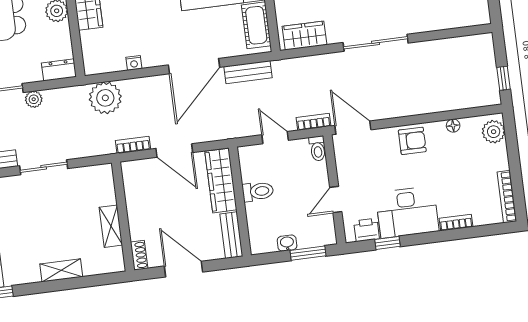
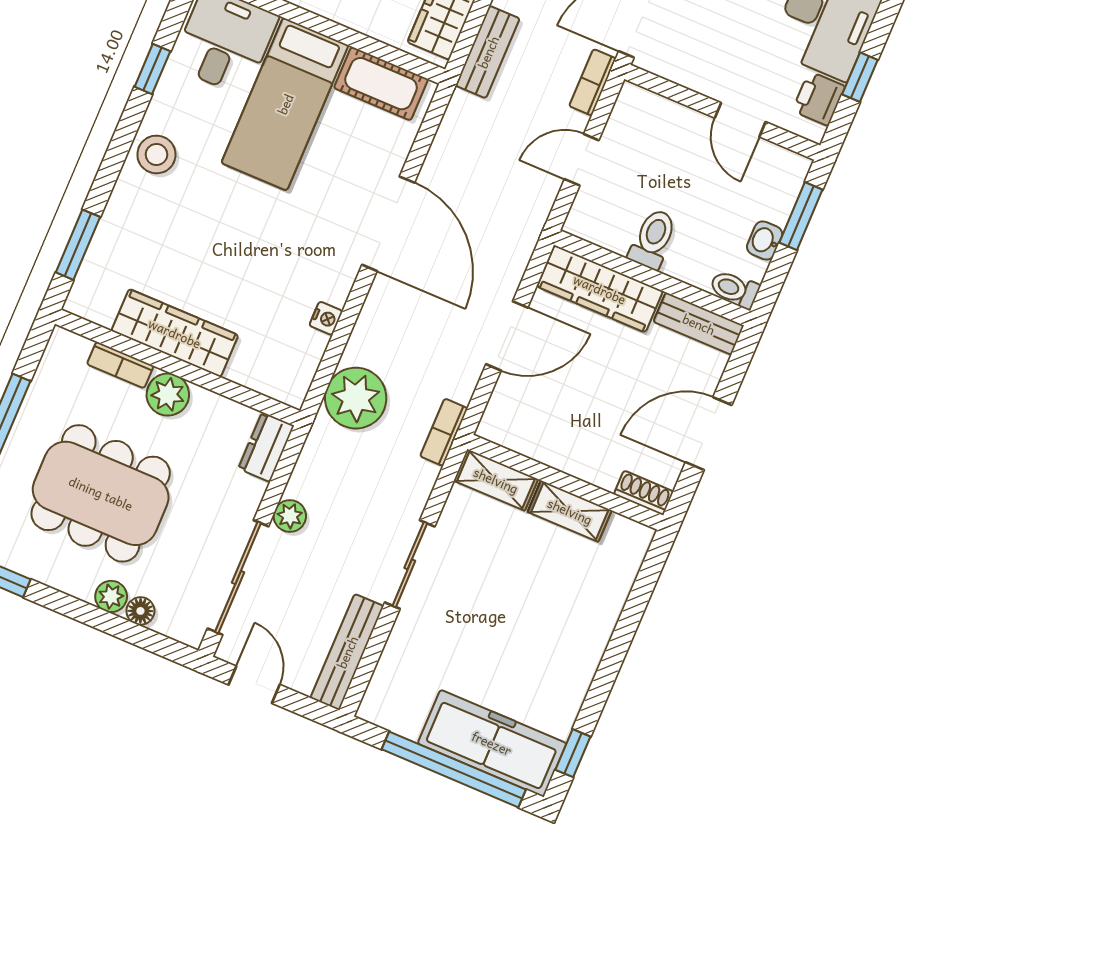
bench: (248, 72) -> (488, 52), moved
bookcase: (133, 145) -> (444, 432), moved
toilet: (318, 149) -> (734, 289), moved, turned 180
shelving: (61, 270) -> (496, 480), moved, turned 90

